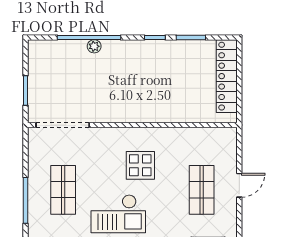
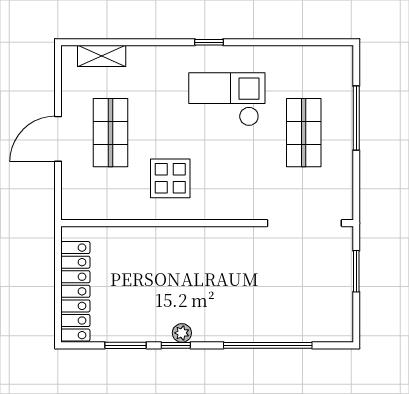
plant: (94, 46) -> (182, 333), moved
display table: (140, 165) -> (170, 178), moved
door: (239, 185) -> (58, 139), width x1.38

